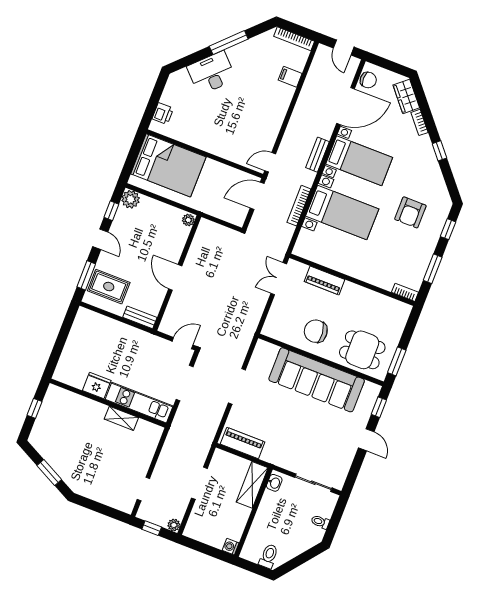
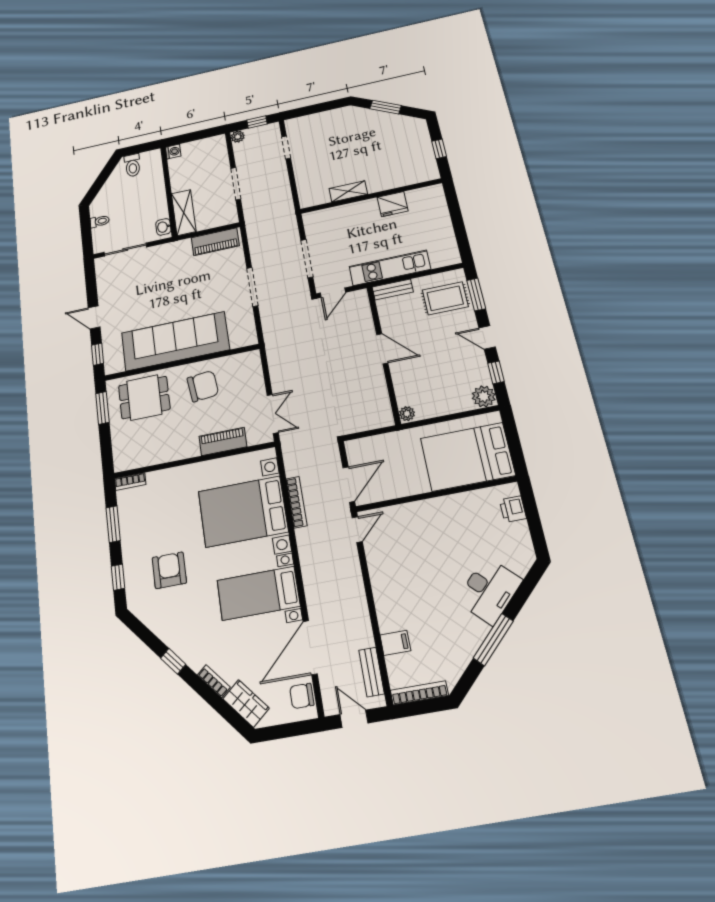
bench: (318, 155) -> (371, 672), moved
bed with nightstands: (342, 212) -> (243, 511), width x1.36
kitchen unit: (139, 403) -> (390, 268), moved, turned 180

